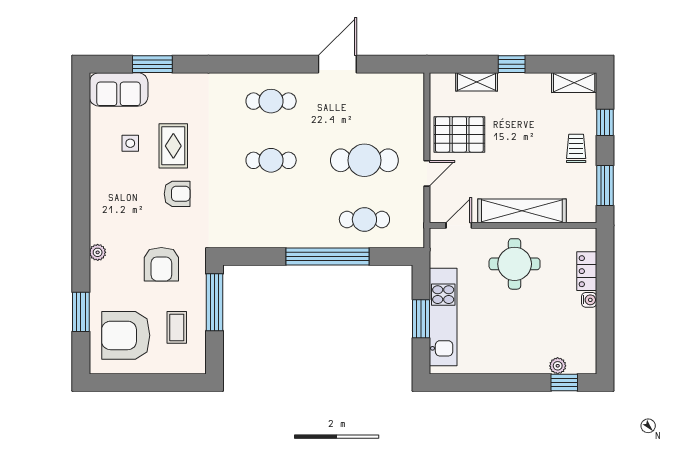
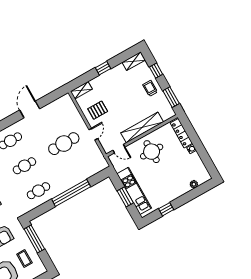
shelving: (477, 82) -> (81, 90), moved
pallet: (459, 134) -> (98, 110), width x0.67, depth x0.71
cafe table: (364, 219) -> (38, 191), moved
door: (459, 225) -> (119, 149), swing flipped
locker: (587, 271) -> (181, 133), width x1.53
window: (564, 382) -> (166, 209), moved

